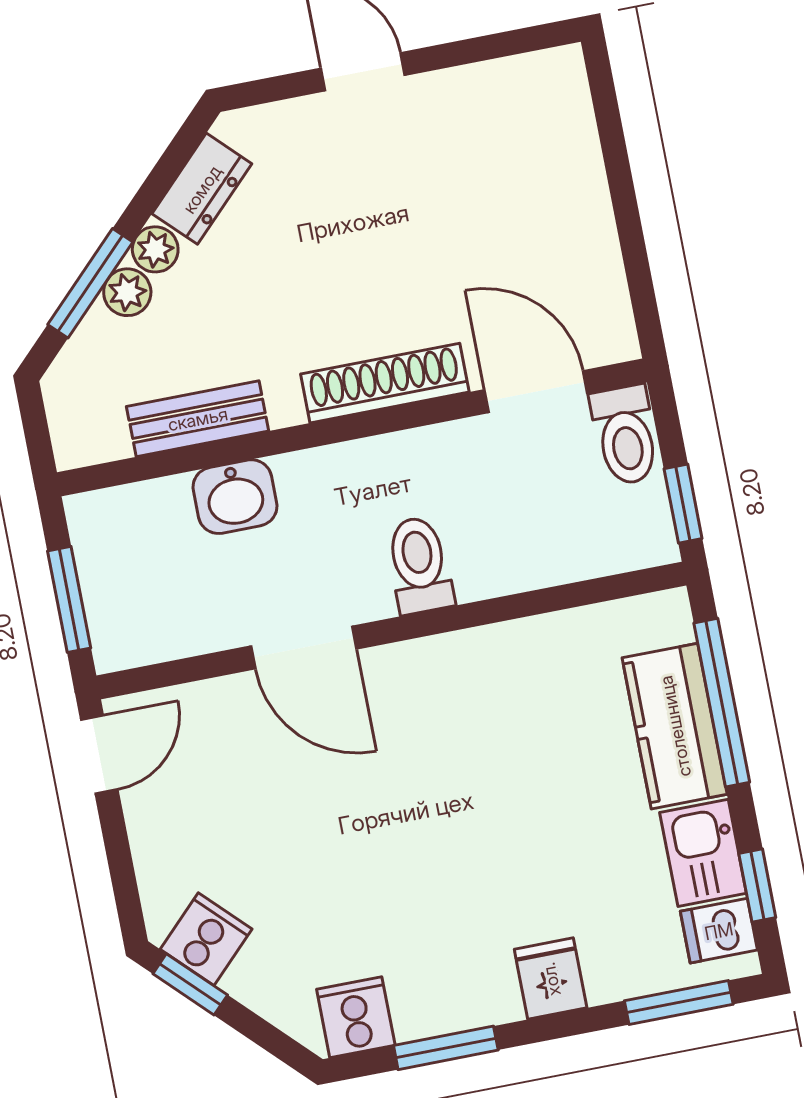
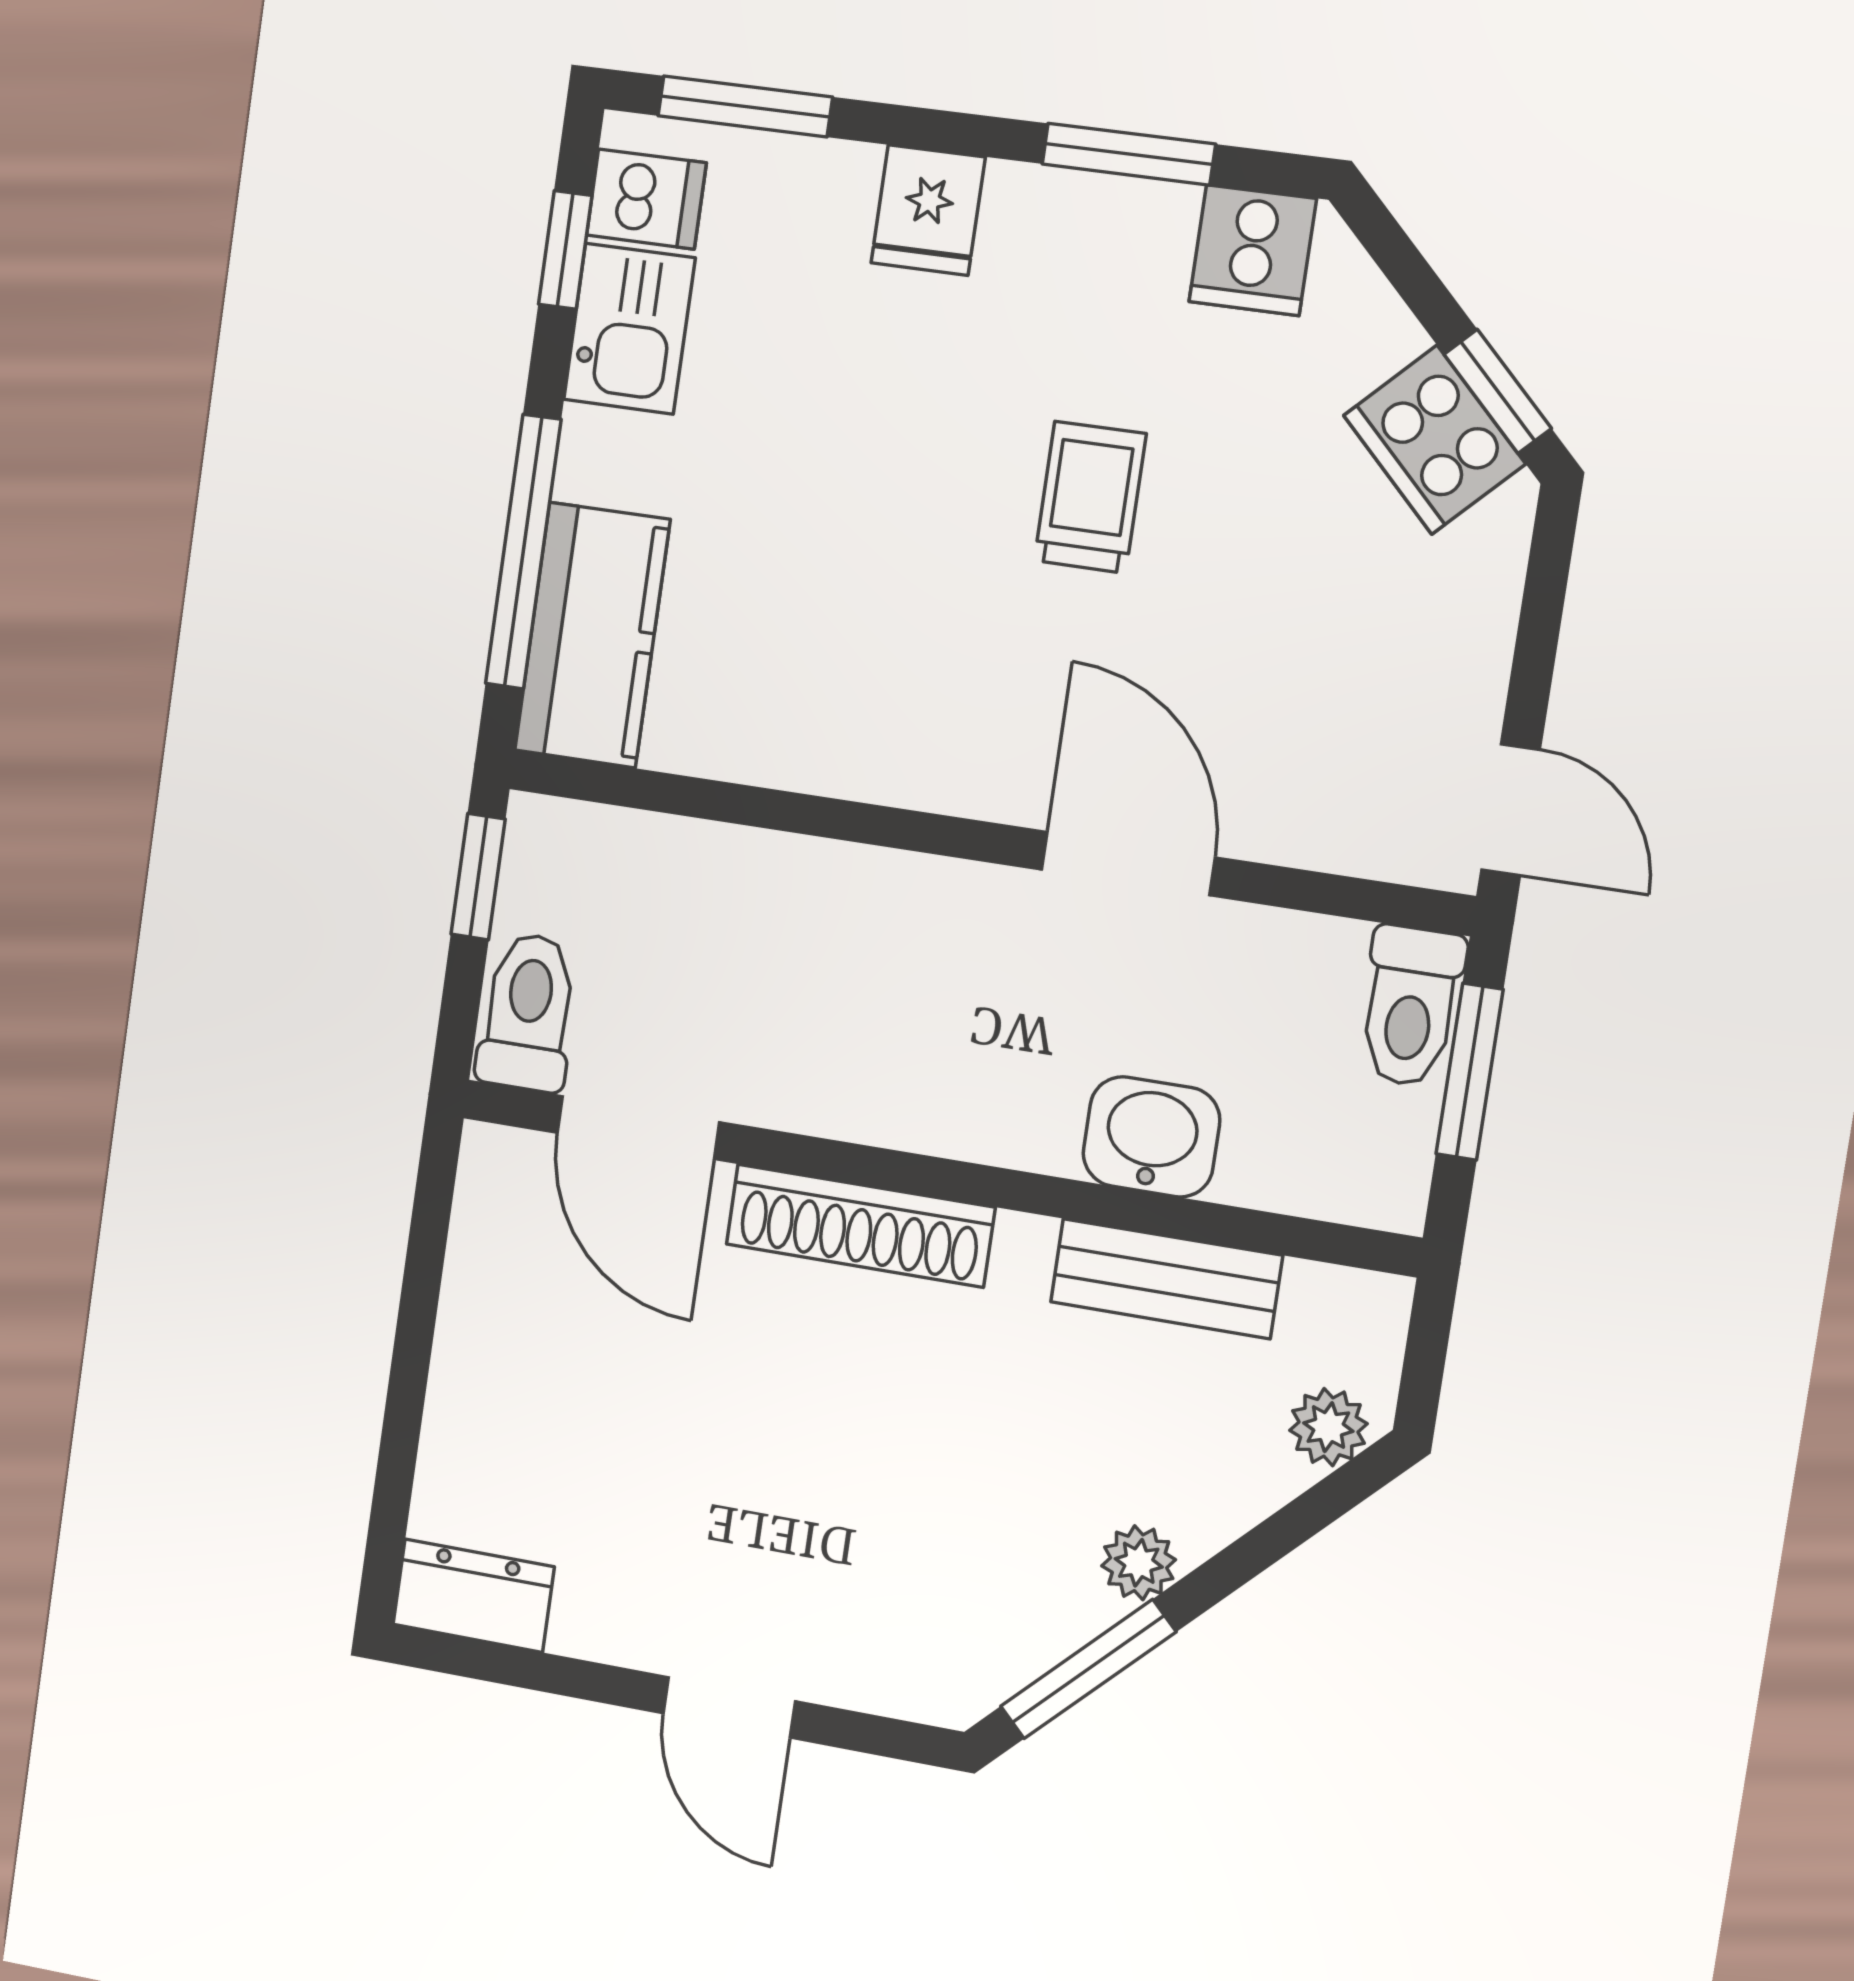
dresser: (202, 189) -> (474, 1596), moved, turned 45
window: (90, 283) -> (1088, 1669), moved
plant: (127, 292) -> (1328, 1427), moved
toilet: (419, 565) -> (1411, 1006), moved
kitchen counter: (675, 726) -> (592, 635), moved
door: (99, 754) -> (1511, 810), swing flipped
trolley: (399, 848) -> (1090, 497), added
cooker: (206, 939) -> (1434, 440), width x1.36

